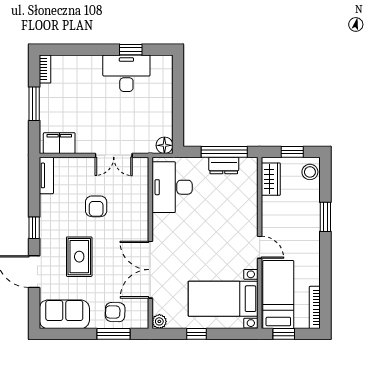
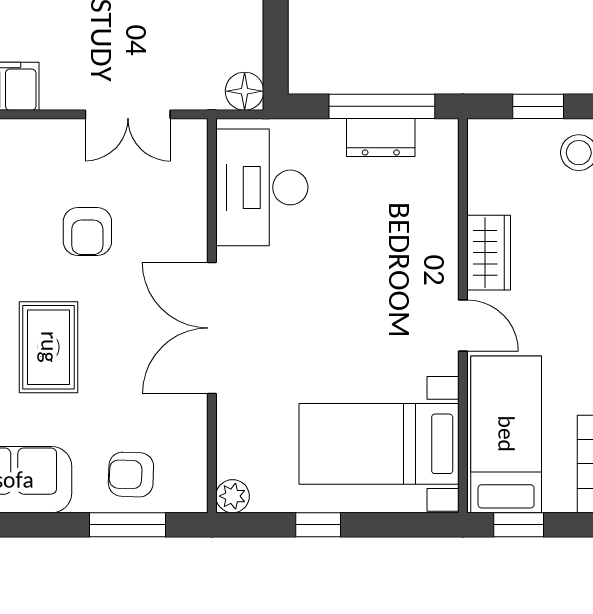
wardrobe: (271, 179) -> (489, 253), moved
double door: (150, 270) -> (212, 328), moved

